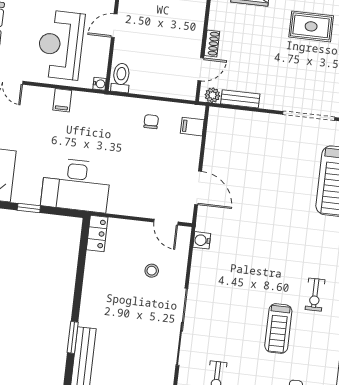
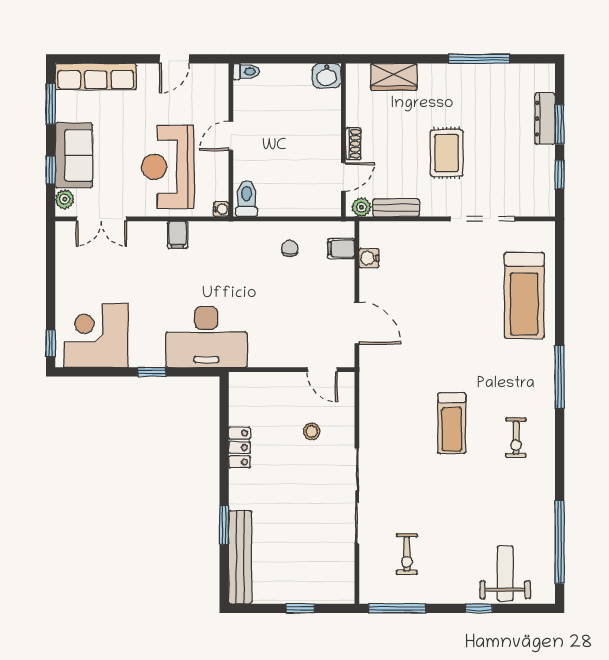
rug: (311, 26) -> (447, 153), moved, turned 90
locker: (97, 233) -> (239, 447), moved
water cooler: (202, 240) -> (369, 258), moved
treadmill: (278, 329) -> (452, 423), moved

